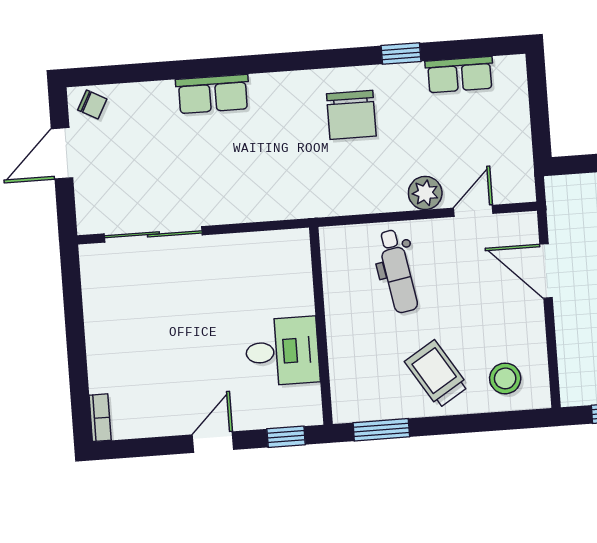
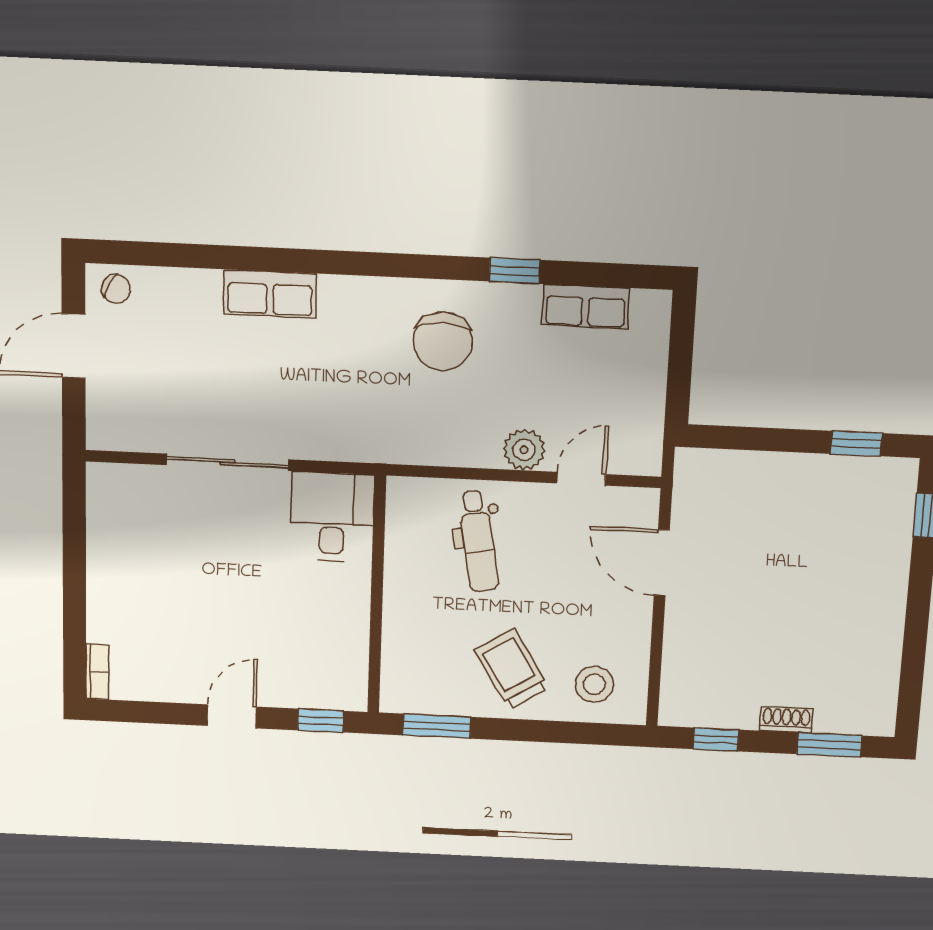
sliding door: (153, 234) -> (227, 462), moved
desk: (282, 351) -> (332, 517), moved, turned -90

